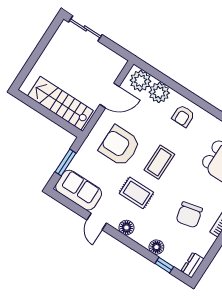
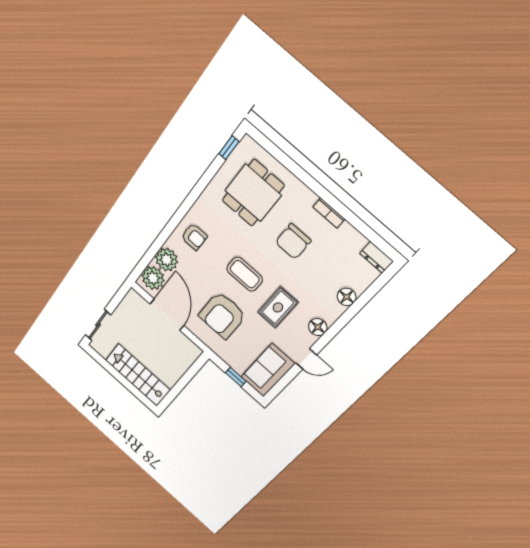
door: (110, 95) -> (167, 315), width x1.36
stairs: (60, 103) -> (138, 375), moved, turned 90
window: (65, 163) -> (236, 377), width x0.67
chair: (189, 215) -> (293, 241), moved, turned 103
window: (164, 265) -> (371, 292), removed

